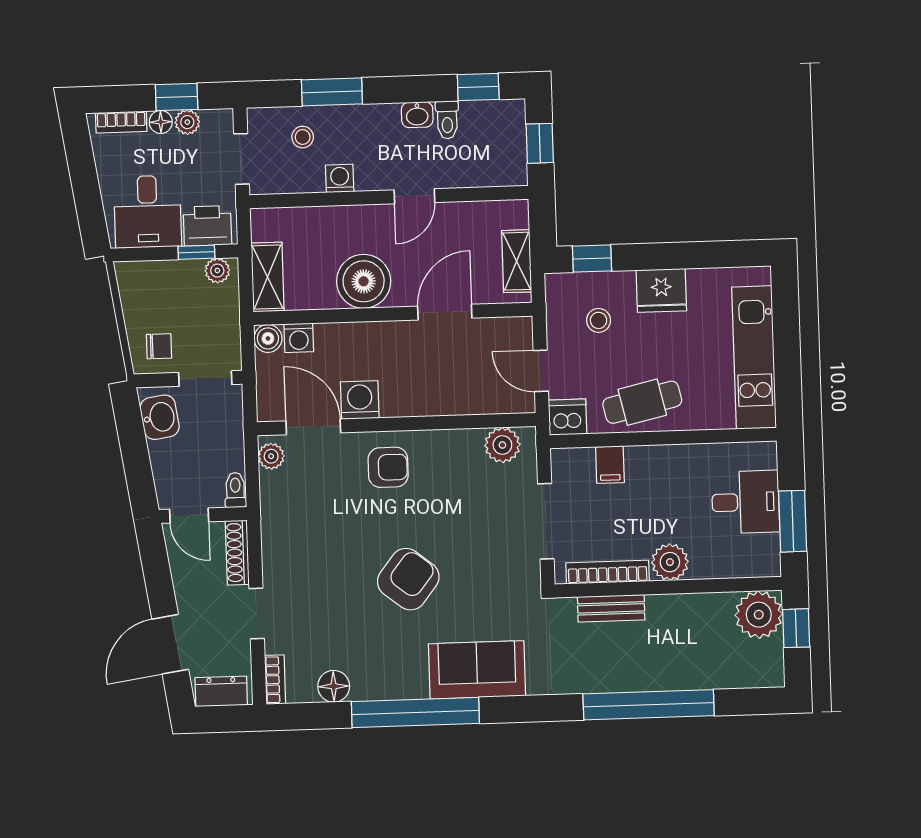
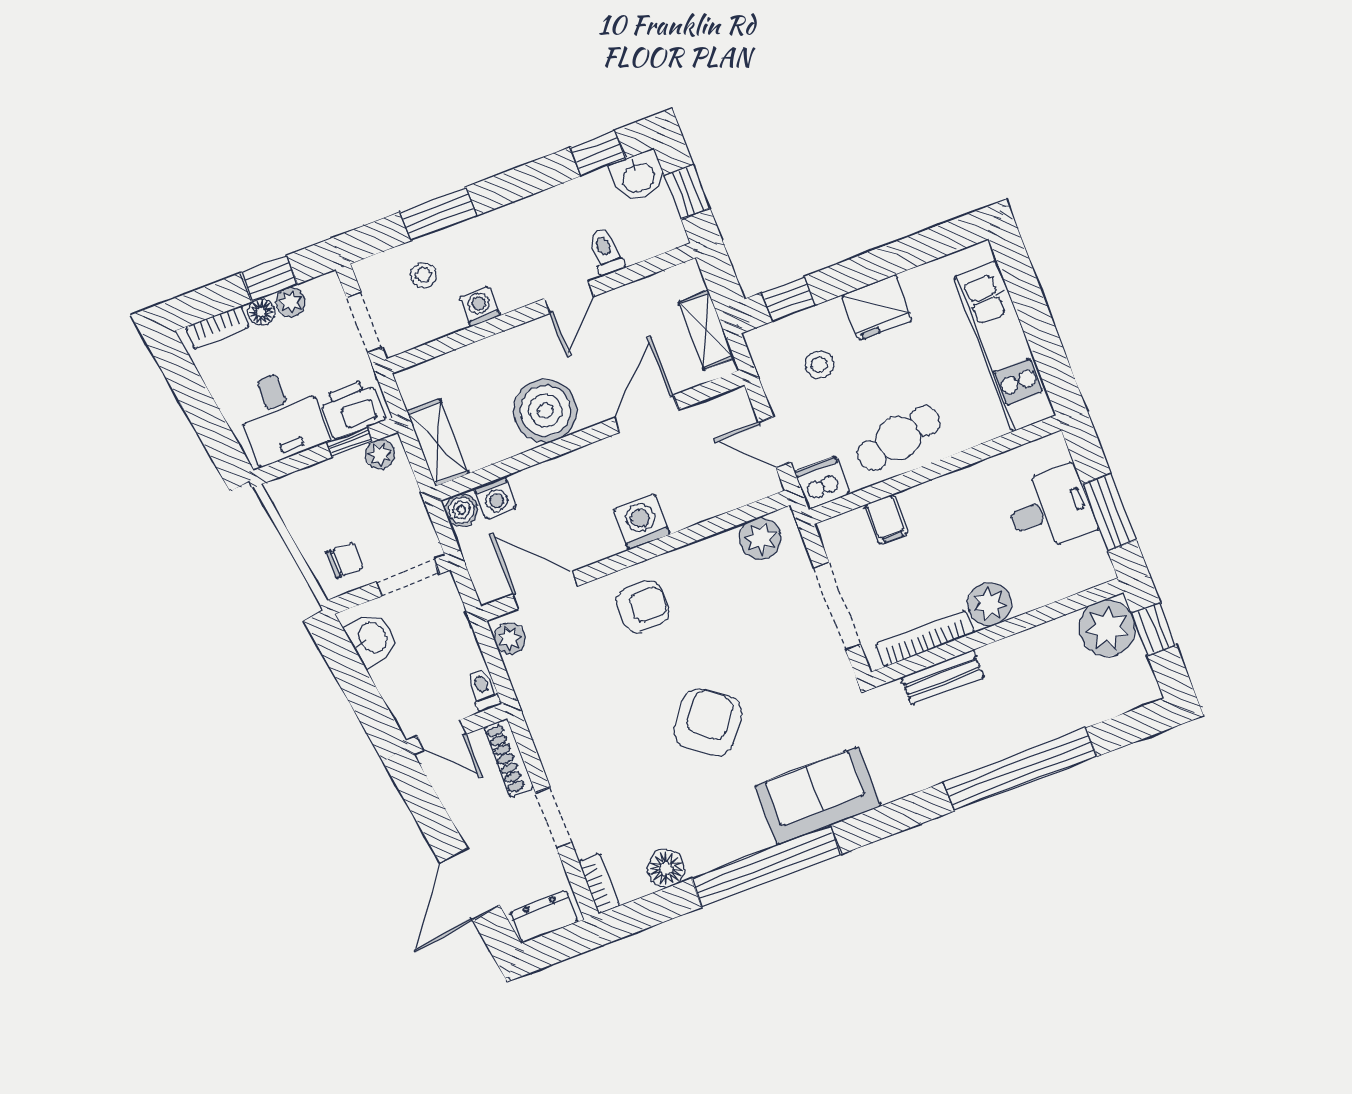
washbasin: (417, 115) -> (638, 177), moved, width x1.38, depth x1.45
toilet: (447, 120) -> (606, 252), moved, turned 180
washing machine: (360, 400) -> (642, 522), moved

